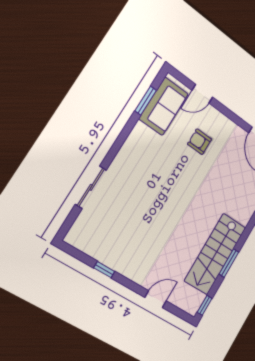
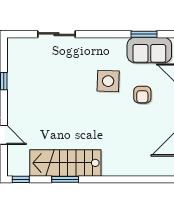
armchair: (200, 142) -> (142, 95), turned 180
side table: (168, 166) -> (108, 81), added

